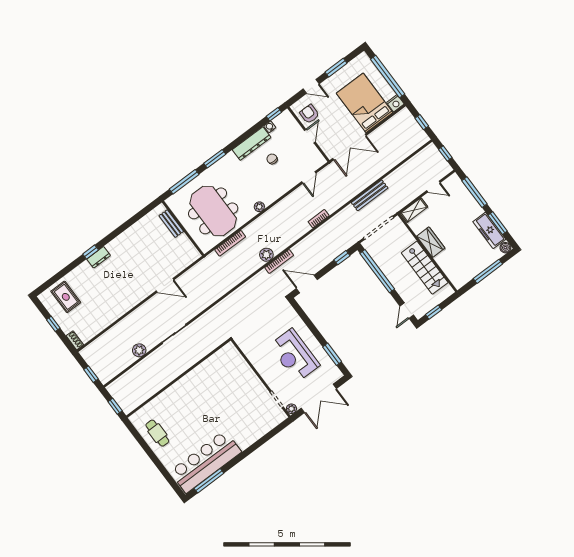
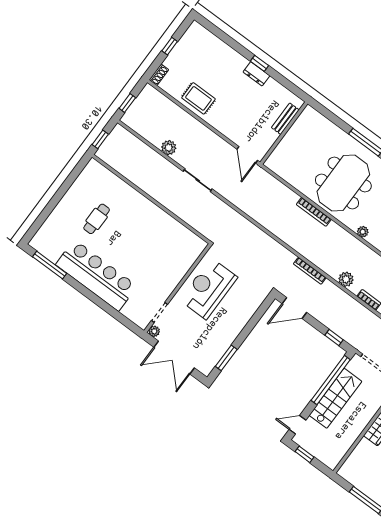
bench: (171, 224) -> (285, 119), moved
wall: (183, 228) -> (284, 133), moved
plant: (266, 255) -> (346, 279), moved
stairs: (425, 268) -> (335, 398), moved, turned 180
door: (307, 284) -> (294, 308), swing flipped
rug: (66, 297) -> (198, 98), moved, turned 90
reception desk: (294, 355) -> (209, 289), moved
cafe table: (157, 433) -> (97, 219), moved
bar counter: (206, 462) -> (96, 275), moved

